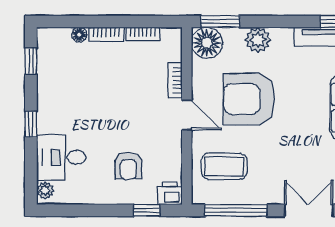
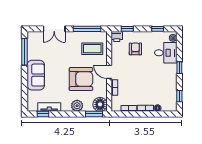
window: (79, 210) -> (158, 29), added

